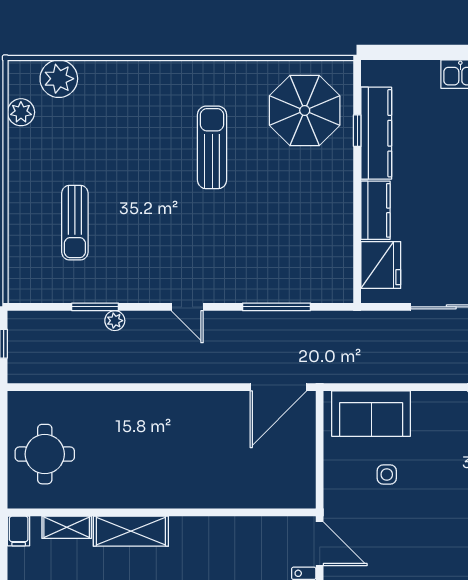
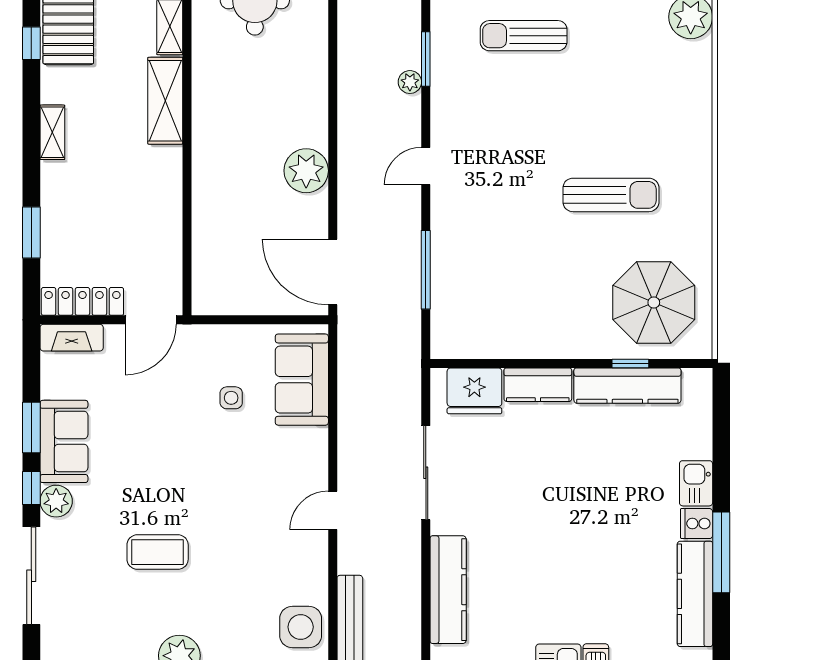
plant: (191, 410) -> (306, 171), added

